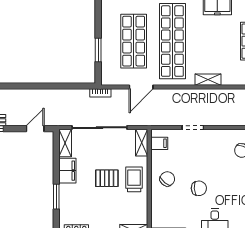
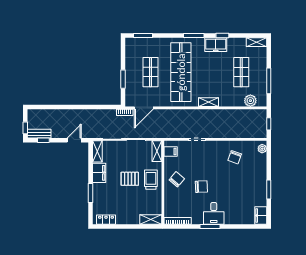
shop shelf: (134, 41) -> (151, 72), width x0.70, depth x0.74
door: (141, 87) -> (144, 108), moved

